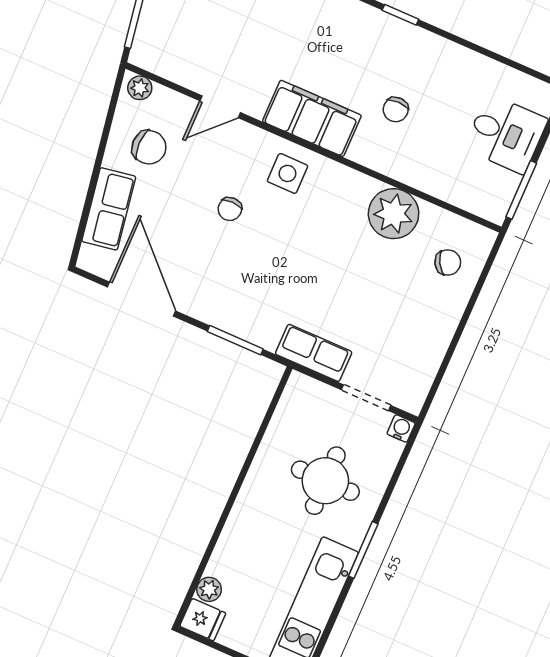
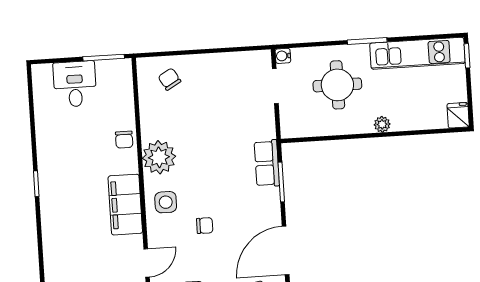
door: (220, 107) -> (147, 263), hinge flipped
chair: (396, 110) -> (124, 140), moved, turned 90
plant: (394, 214) -> (159, 157), moved
row of seats: (314, 353) -> (267, 163), moved
plant: (209, 589) -> (382, 124), moved

